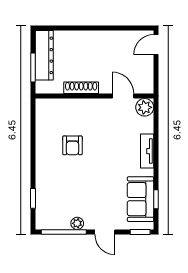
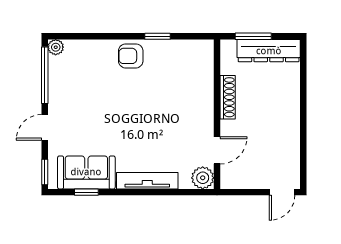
door: (156, 45) -> (282, 192), swing flipped
armchair: (72, 145) -> (131, 56), moved
tv unit: (147, 151) -> (147, 181), width x1.41
window: (33, 198) -> (158, 36), moved
plant: (77, 223) -> (56, 47), moved

